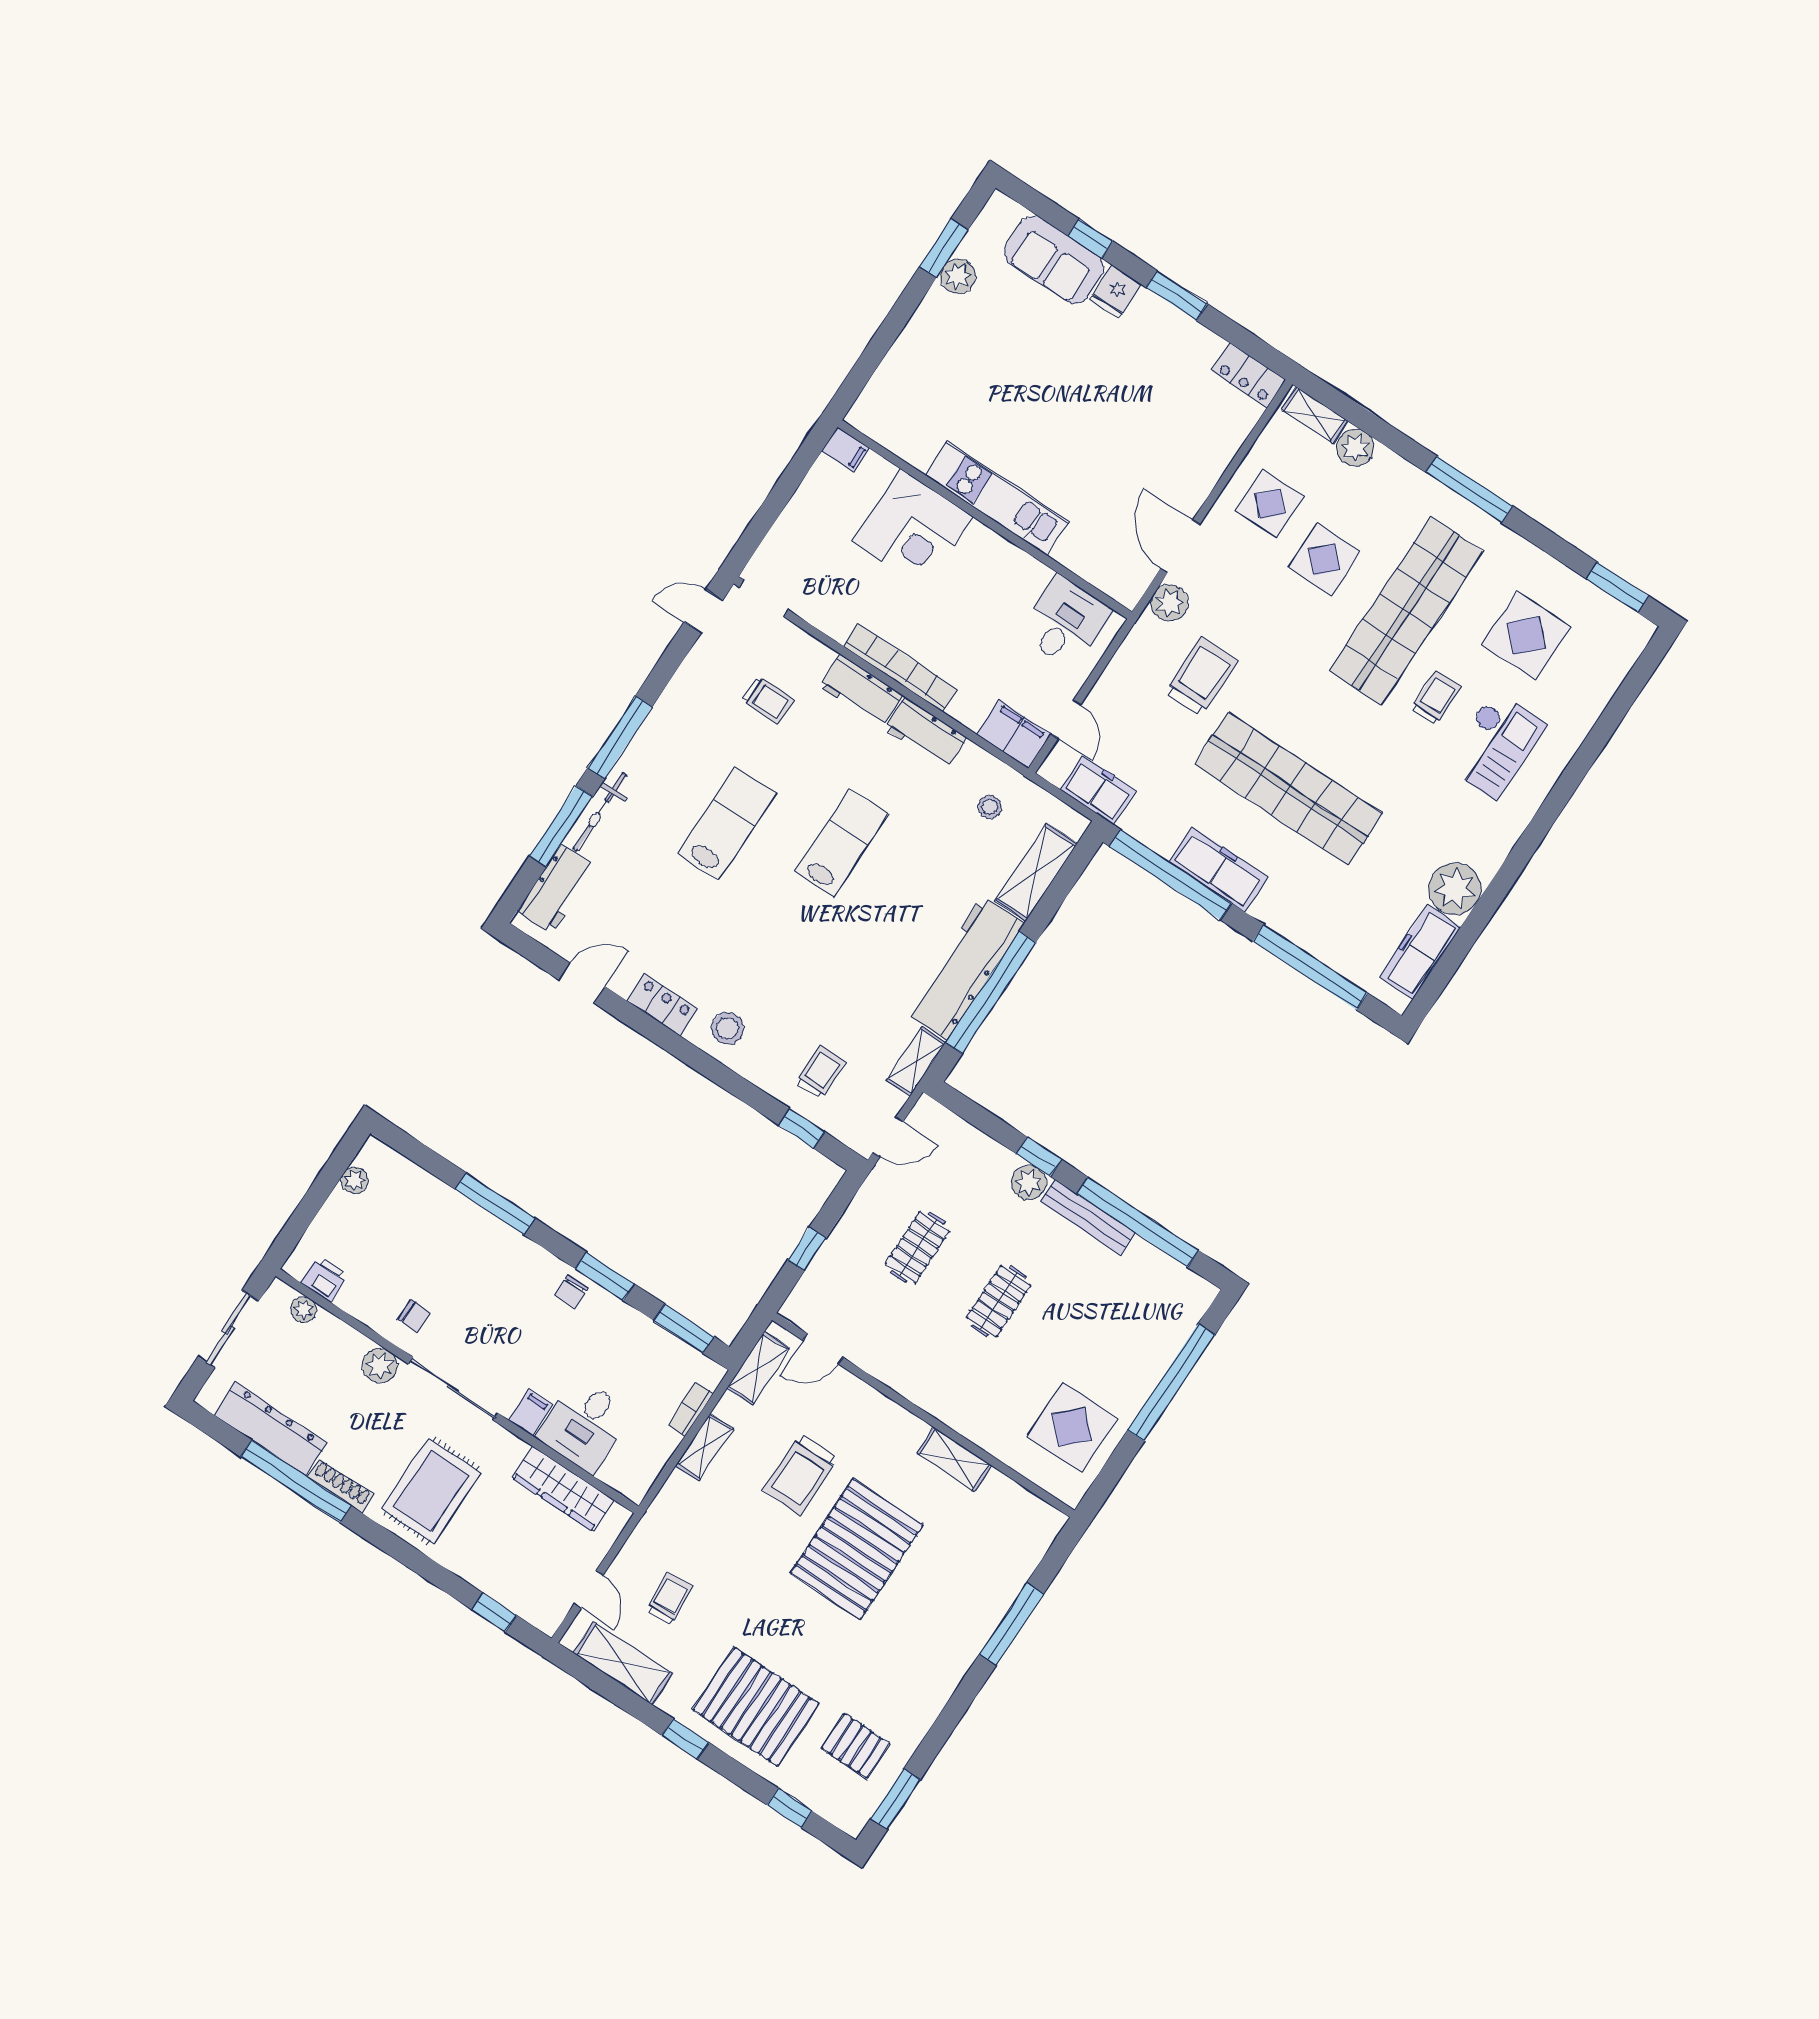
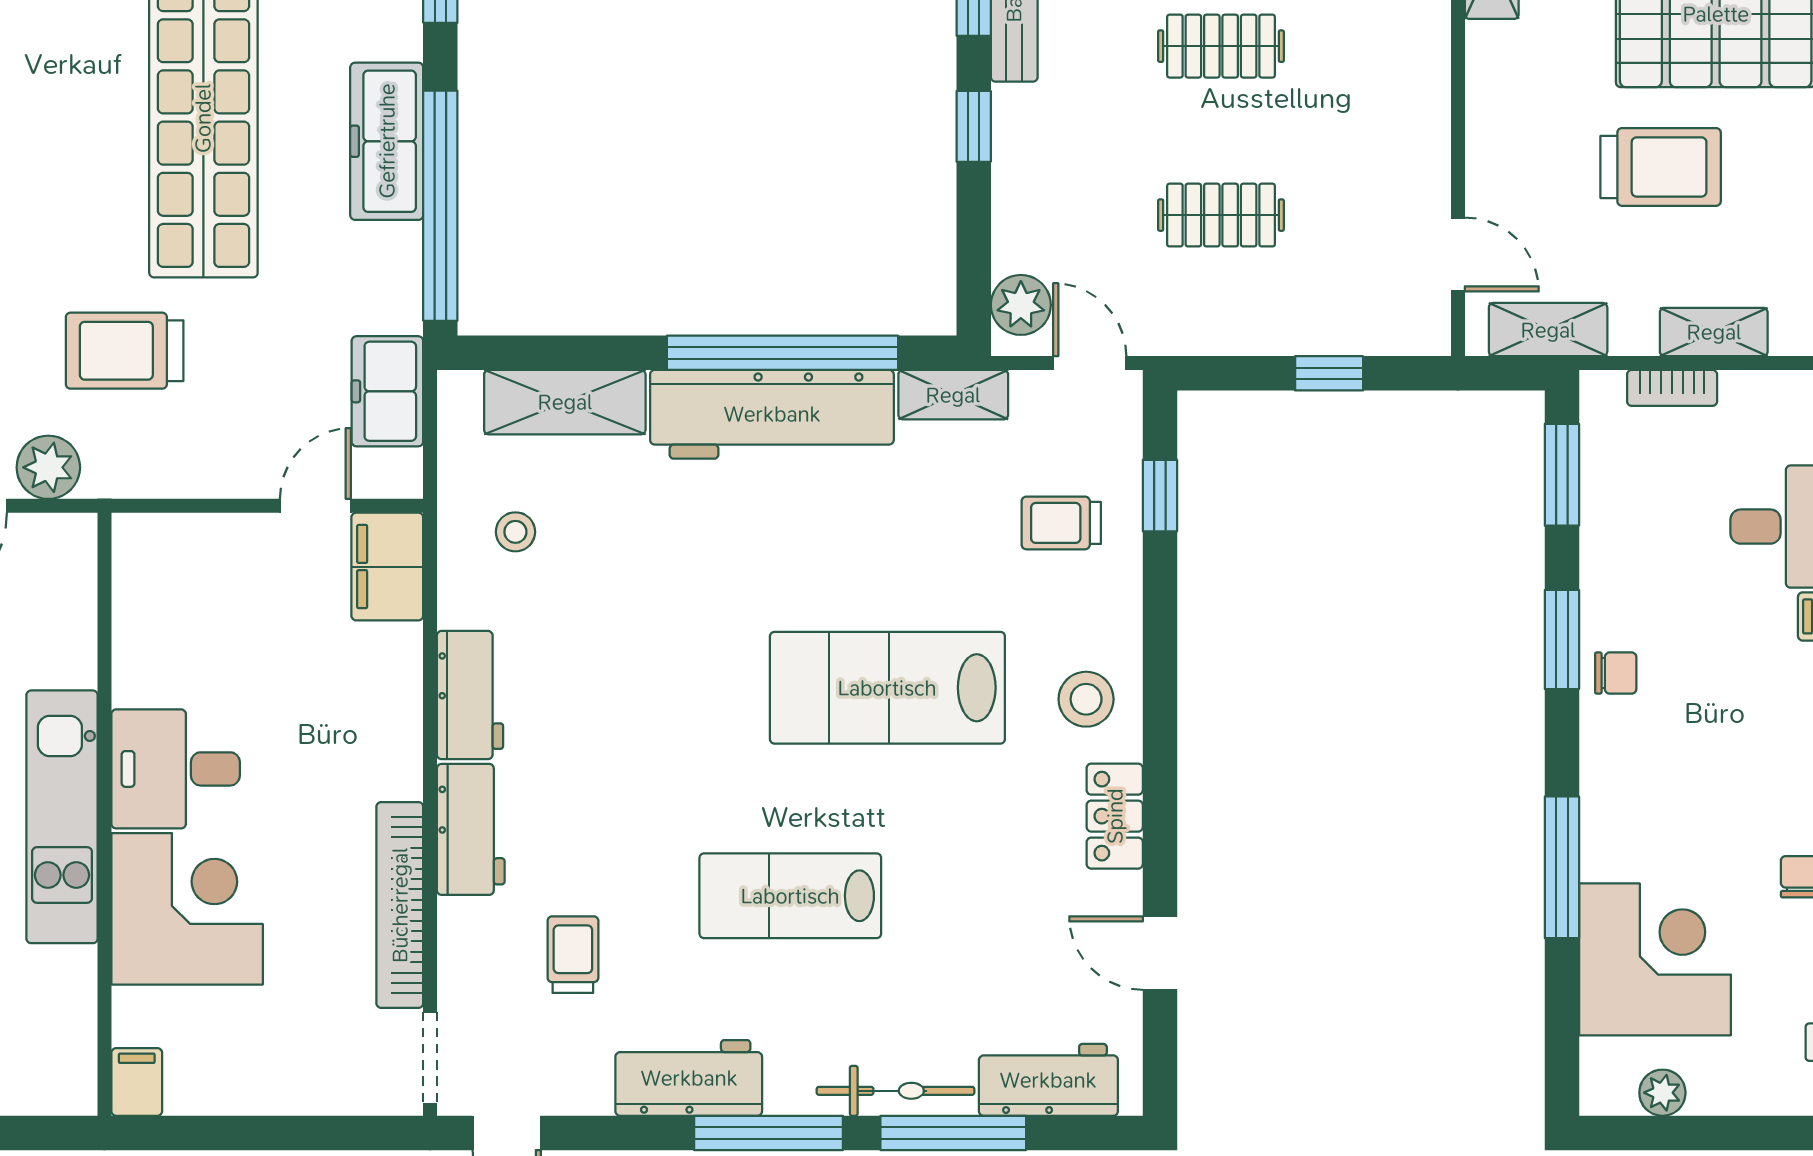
desk: (1066, 622) -> (176, 769), moved
bookcase: (900, 668) -> (400, 905), moved
workbench: (672, 717) -> (689, 1078), added
lab bench: (841, 843) -> (887, 688), moved, width x1.36, depth x1.39
plant: (1029, 1183) -> (1021, 305), moved
corner desk: (421, 1219) -> (1655, 959), added

